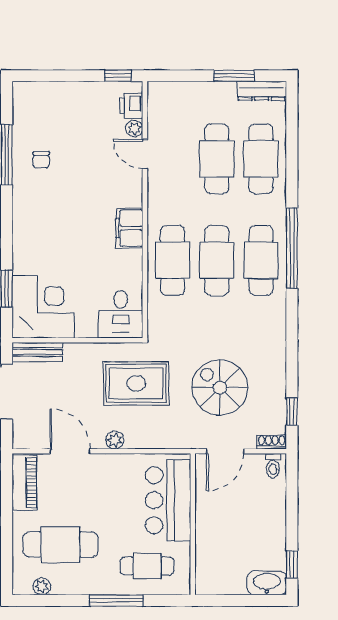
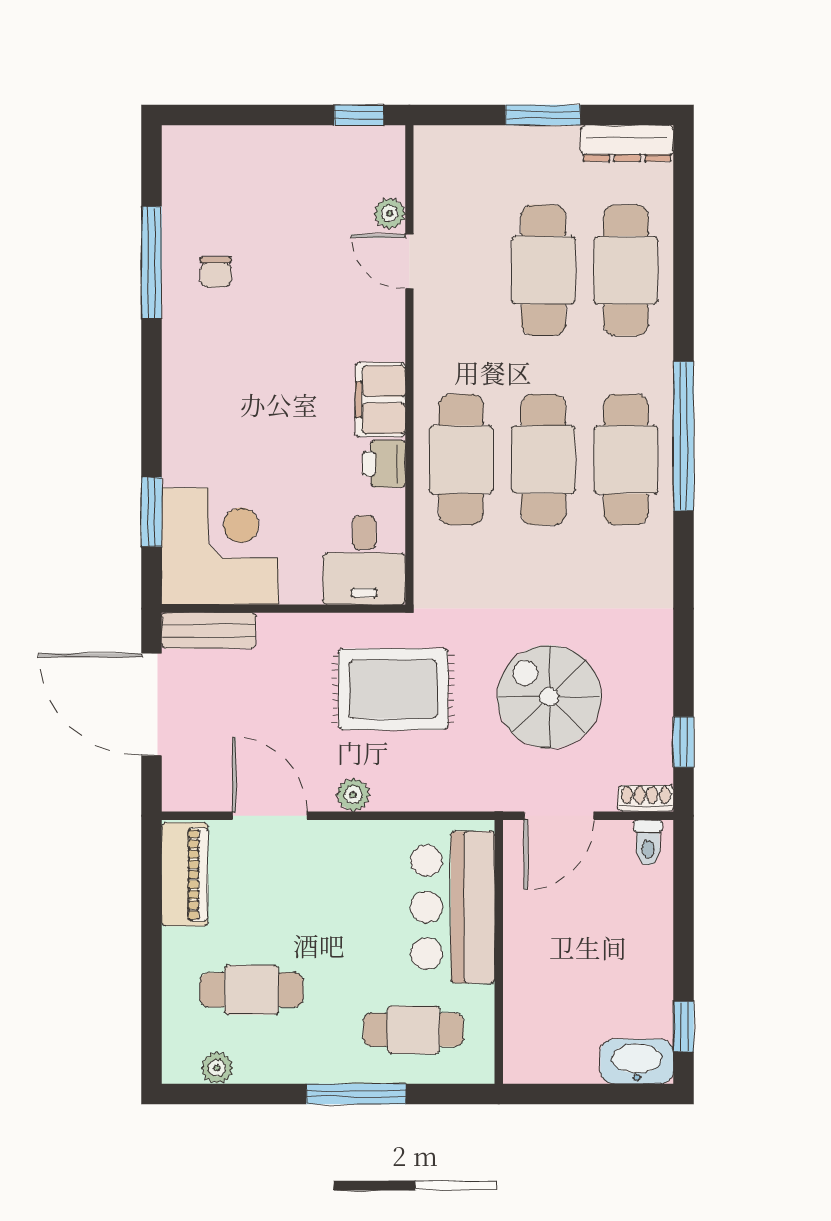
window: (234, 76) -> (543, 115), moved
printer: (131, 106) -> (384, 464), moved
cafe table: (60, 545) -> (252, 990), width x0.73, depth x0.74

